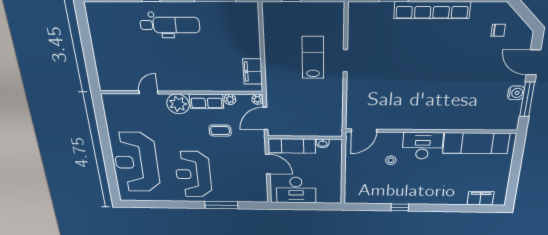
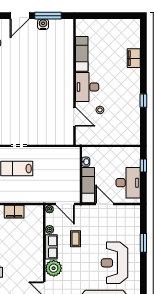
filing cabinet: (253, 72) -> (14, 212), moved
door: (364, 130) -> (74, 117), moved
exam couch: (476, 143) -> (82, 54), width x0.73, depth x0.69
door: (268, 164) -> (104, 204), hinge flipped
reception desk: (193, 174) -> (115, 263), turned 90
filing cabinet: (481, 198) -> (134, 58), moved
window: (221, 205) -> (143, 243), width x0.69
window: (318, 206) -> (143, 166), added

